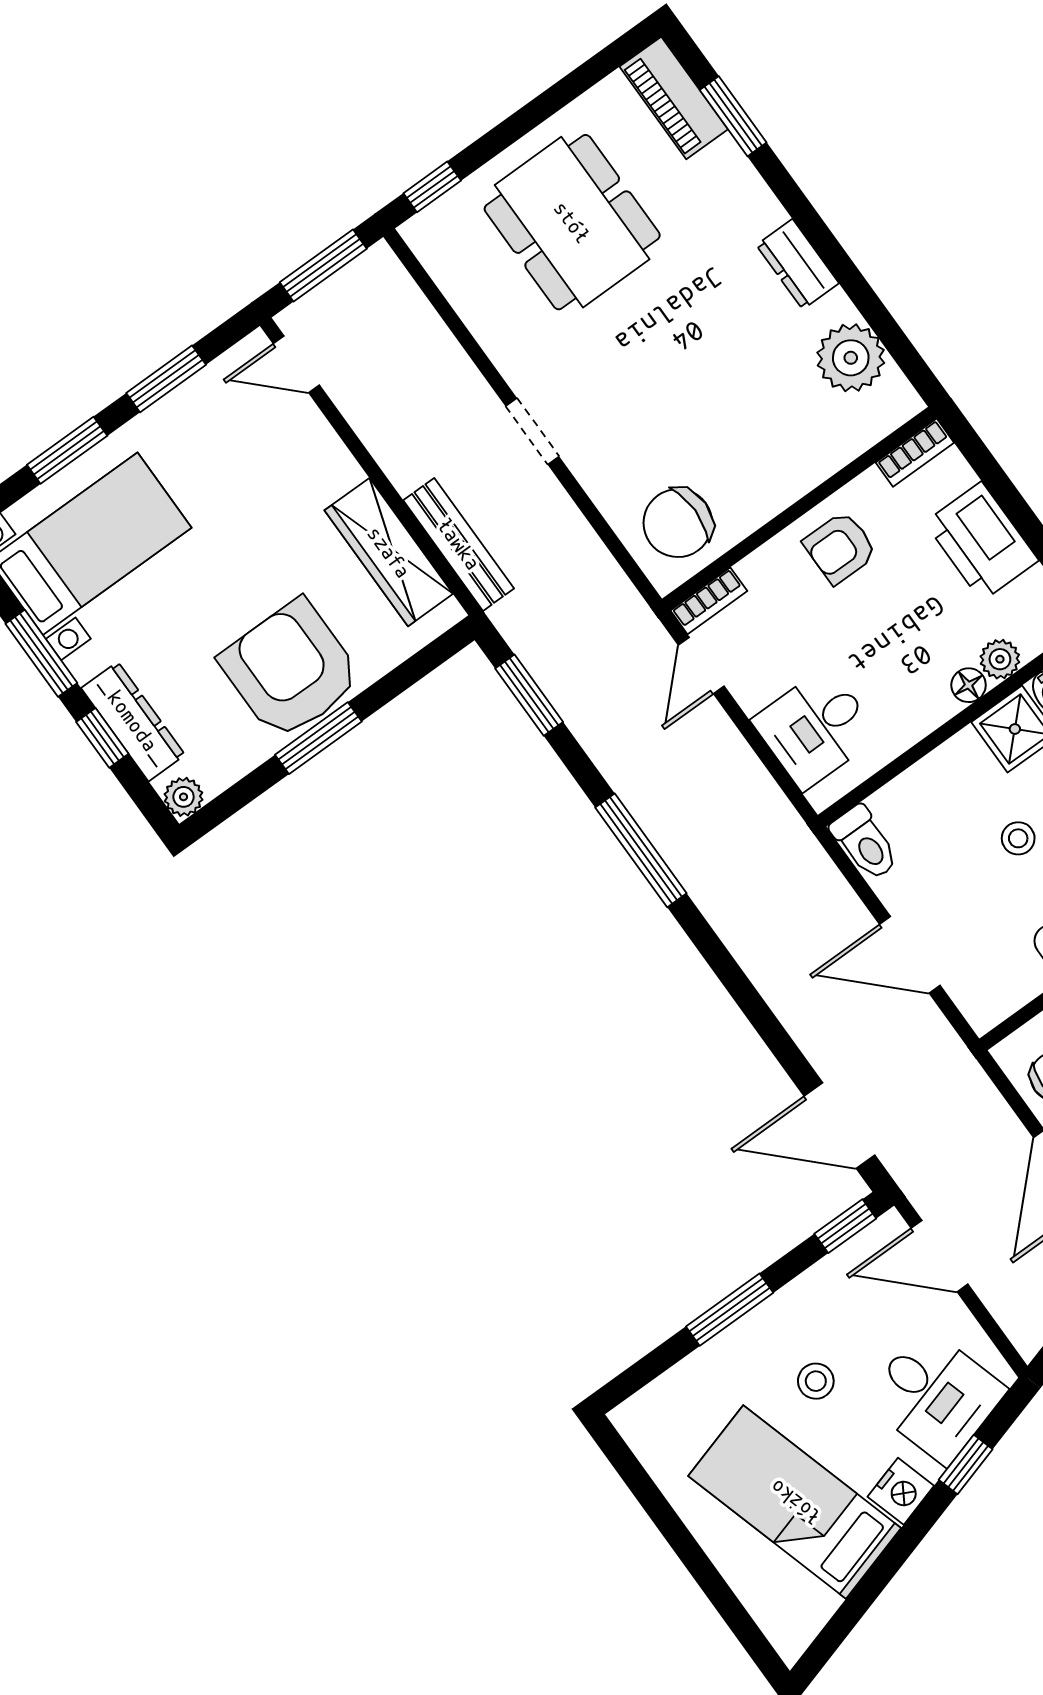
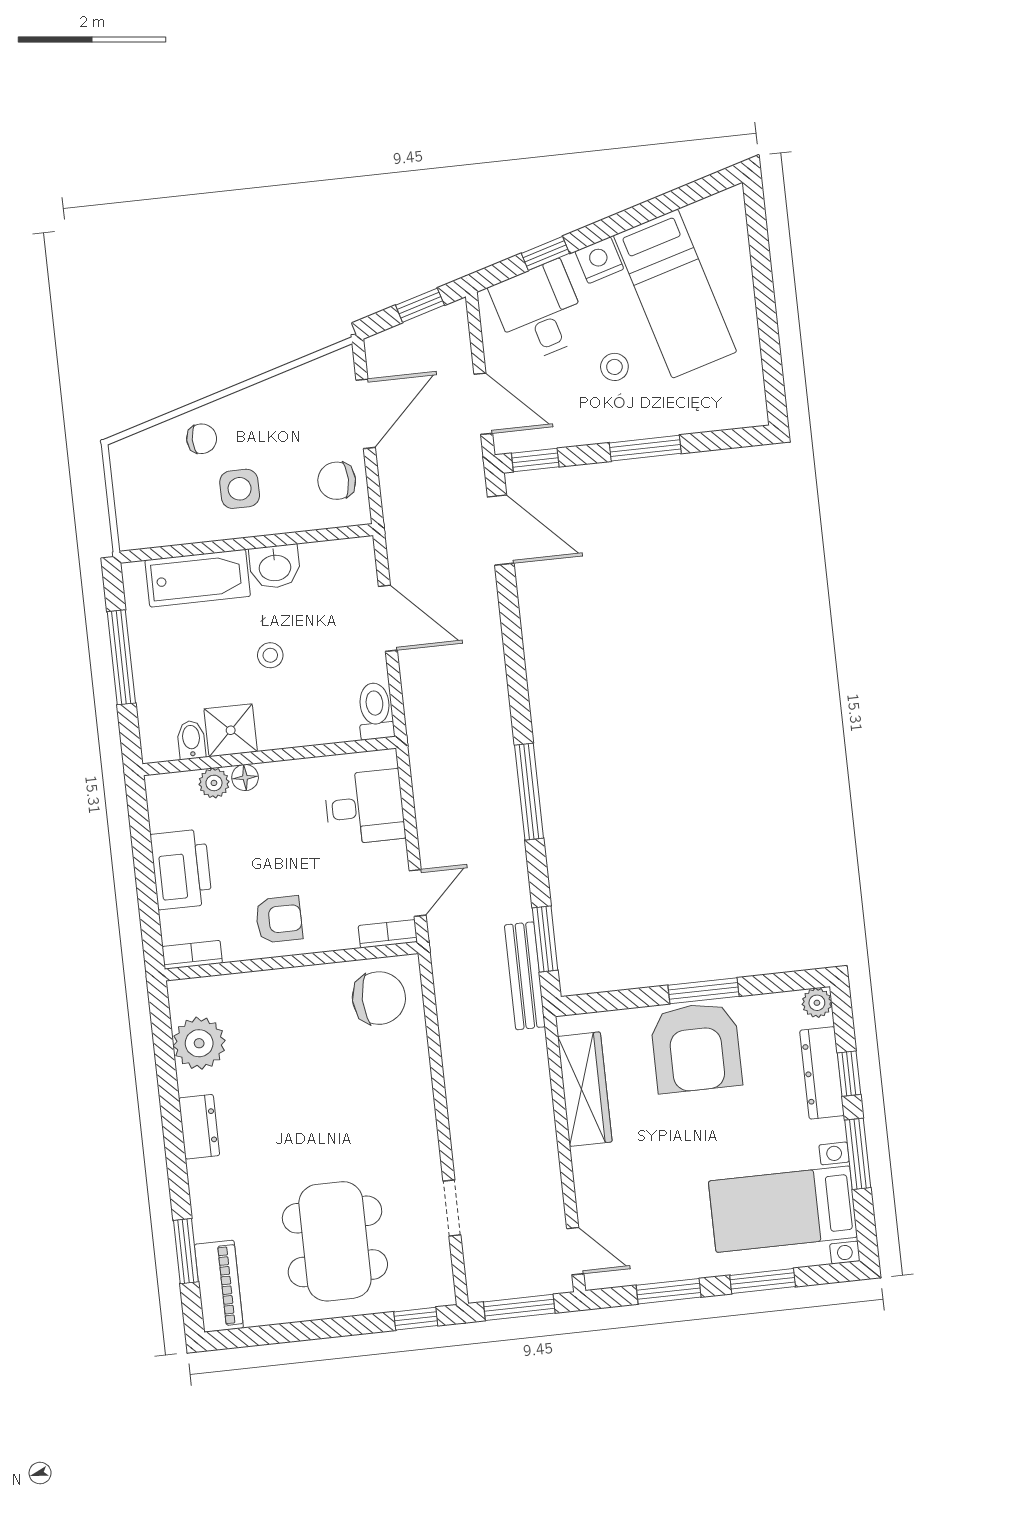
doorway: (532, 431) -> (452, 1208), moved
bench: (459, 544) -> (525, 976), moved

